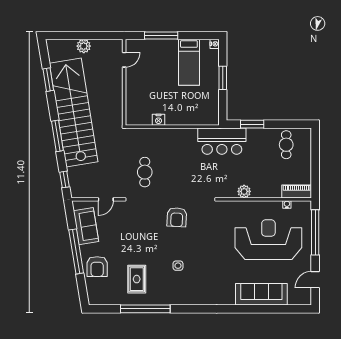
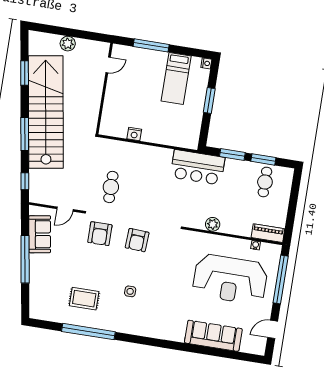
window: (281, 124) -> (263, 159), added
reception desk: (268, 240) -> (230, 279), turned 180
armchair: (97, 267) -> (100, 234), moved
rug: (137, 279) -> (84, 299), turned 90

